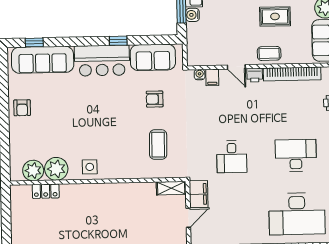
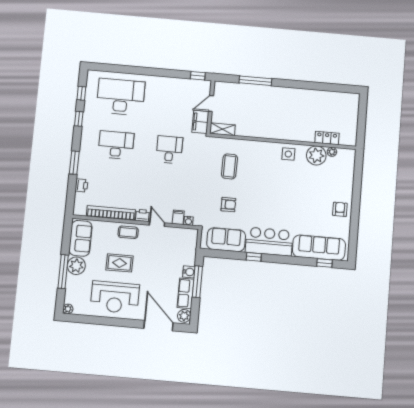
desk: (296, 155) -> (116, 145), turned 180
plant: (33, 171) -> (332, 152), width x0.53, depth x0.53

